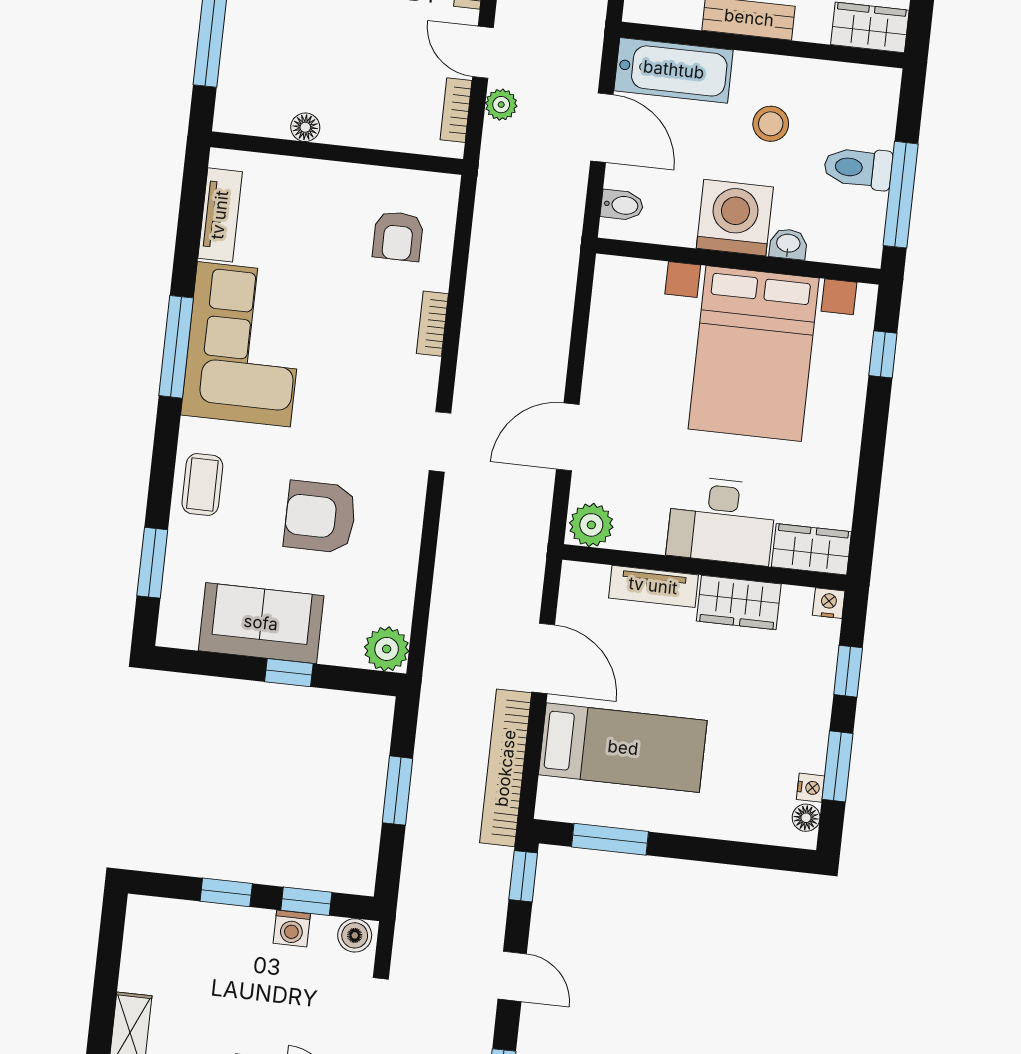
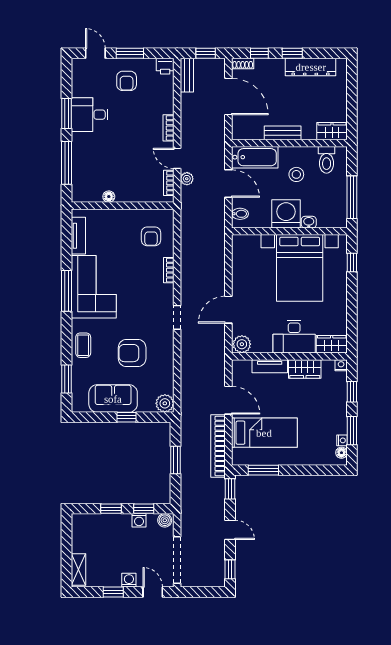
toilet: (858, 168) -> (327, 160), moved, turned -90

